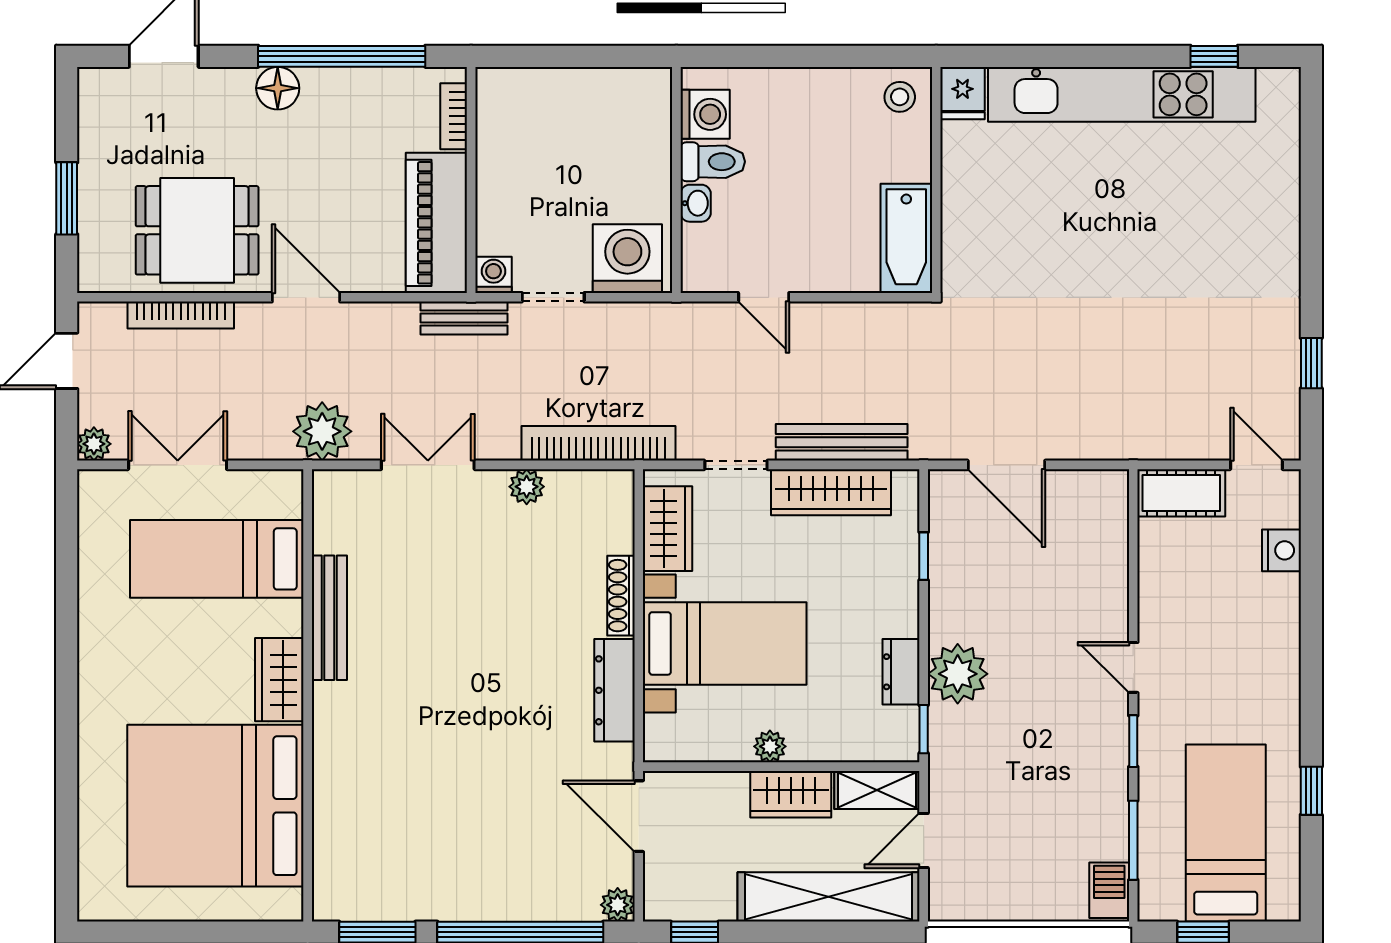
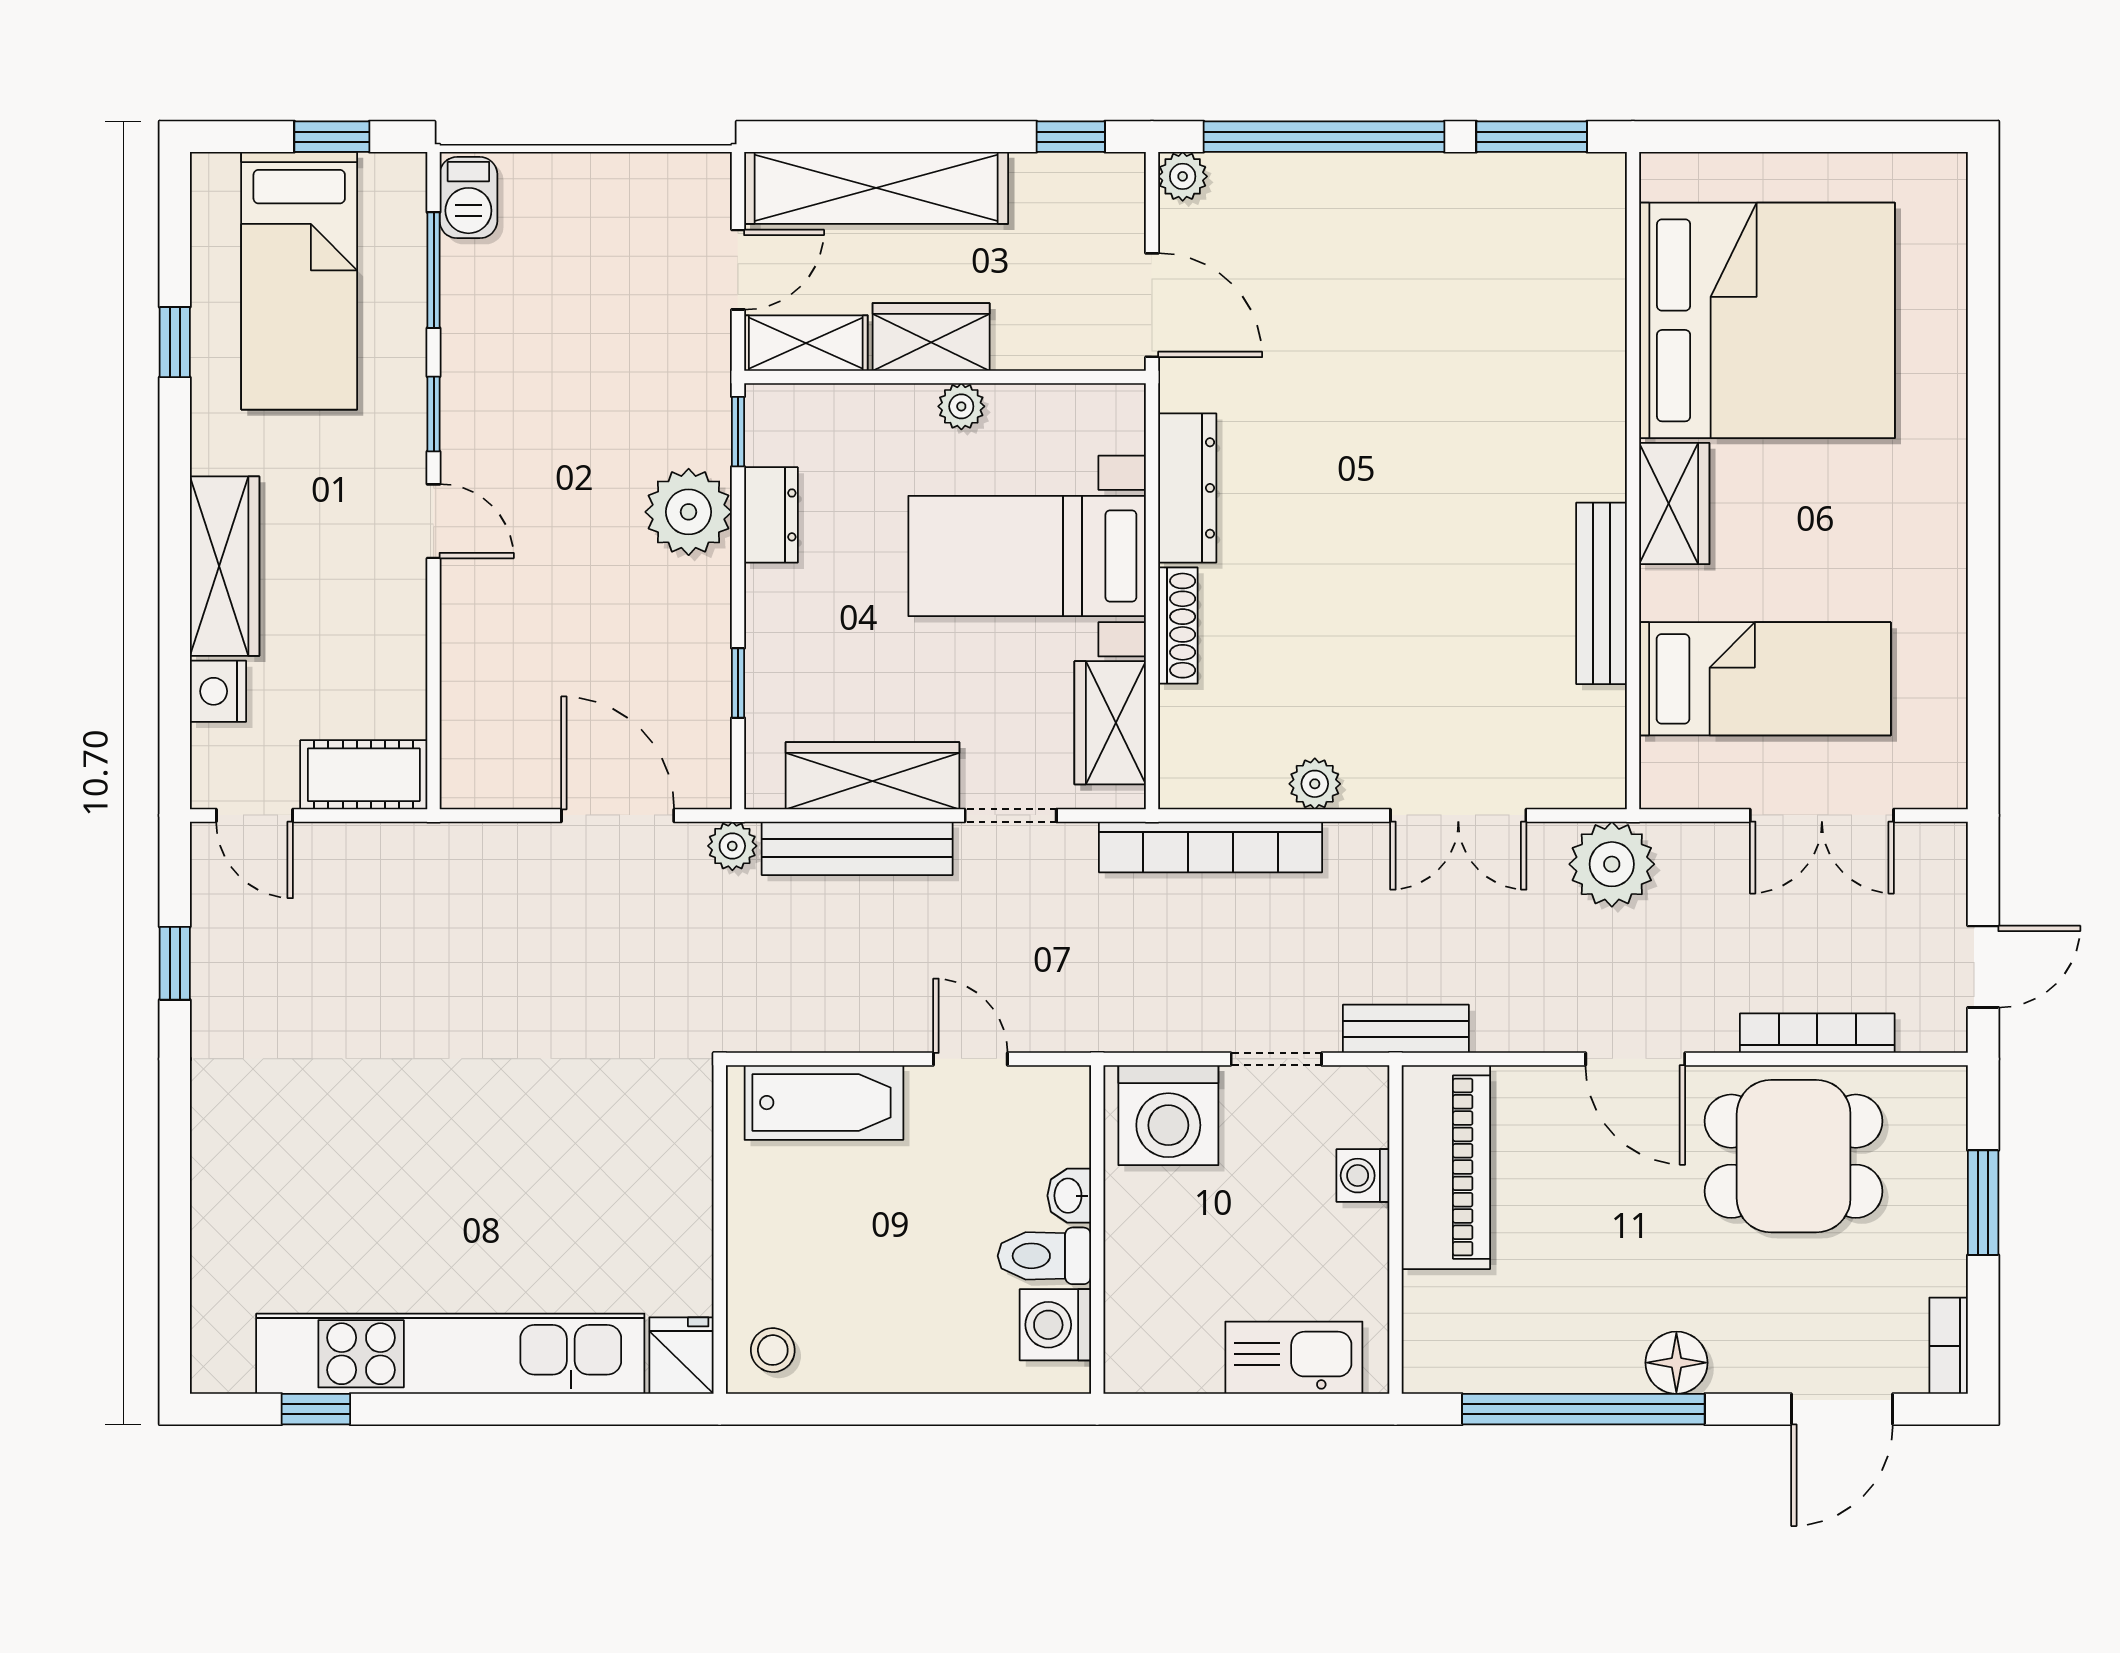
kitchen sink: (541, 92) -> (1294, 1358), added
bookcase: (454, 116) -> (1949, 1346), moved, turned 180
bathtub: (906, 238) -> (824, 1103), moved, turned 90
washing machine: (493, 275) -> (1363, 1176), moved, turned 90
plant: (94, 444) -> (732, 846), moved
wardrobe: (1277, 636) -> (225, 566), added

